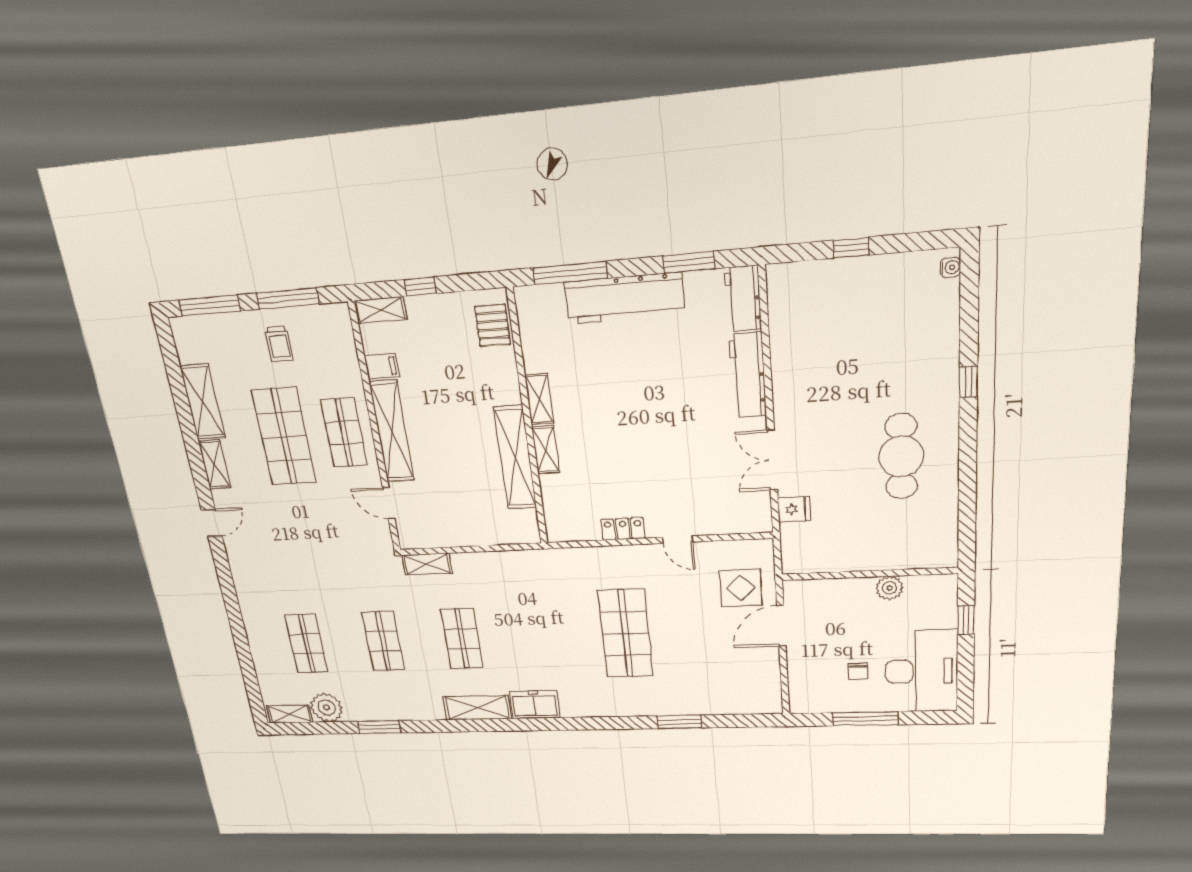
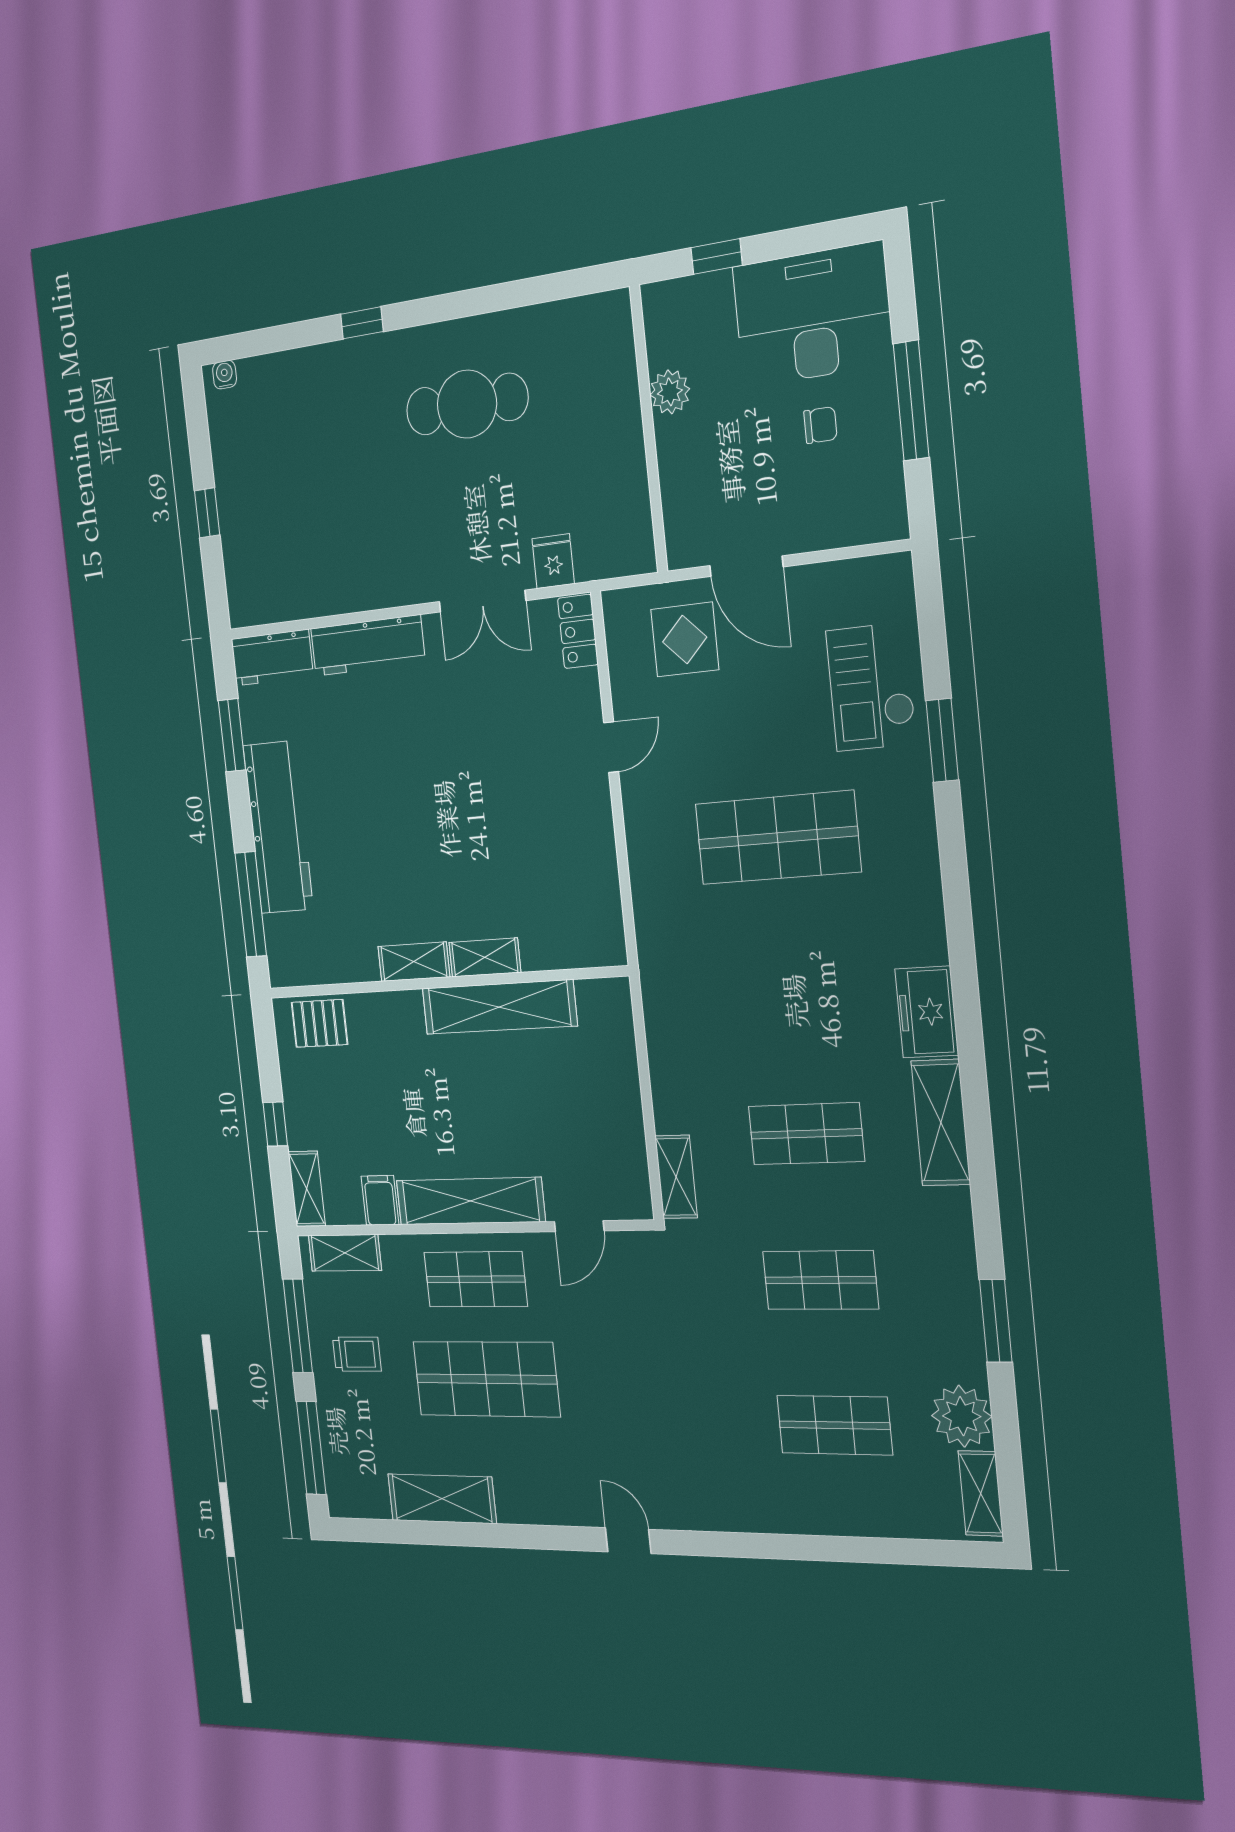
shelving: (215, 464) -> (345, 1253), moved
locker: (623, 529) -> (578, 631), moved
checkout: (709, 688) -> (871, 687), added

